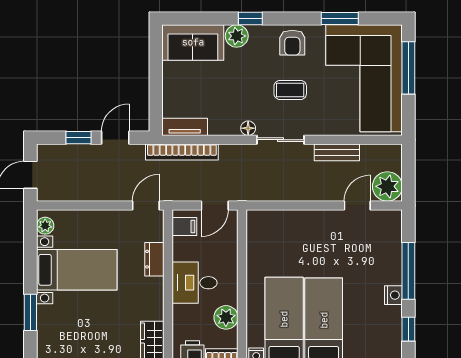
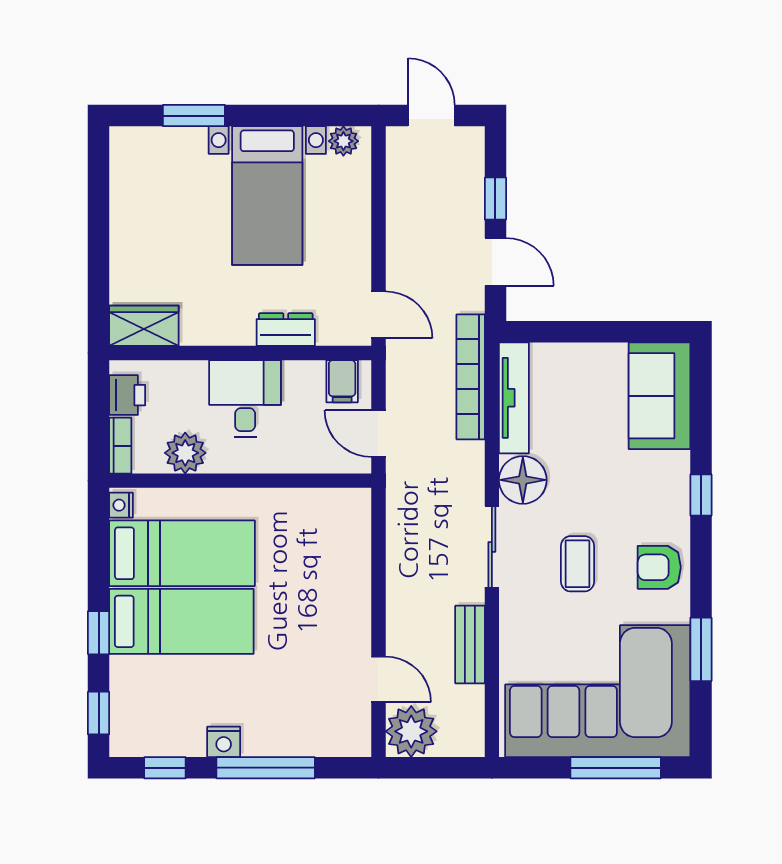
plant: (237, 36) -> (671, 472), removed
tv unit: (185, 127) -> (514, 398), width x1.41
floor lamp: (248, 128) -> (523, 480), width x1.89, depth x1.89

